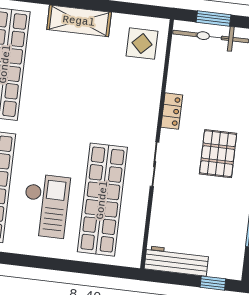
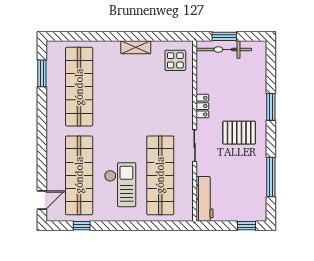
shelving: (79, 21) -> (136, 47), width x0.67, depth x0.75
pallet: (218, 154) -> (239, 133), turned 90
workbench: (176, 261) -> (204, 199), moved, turned 90

